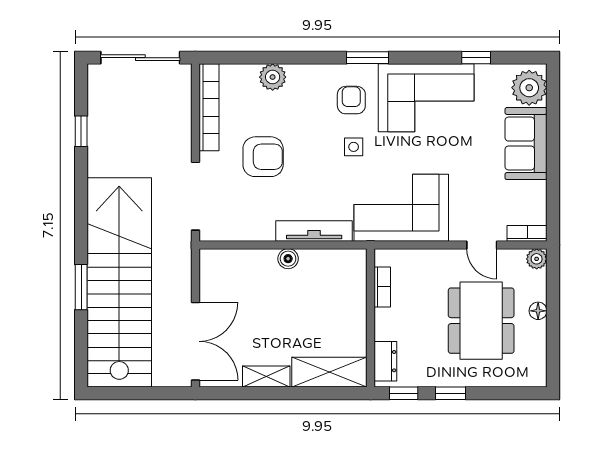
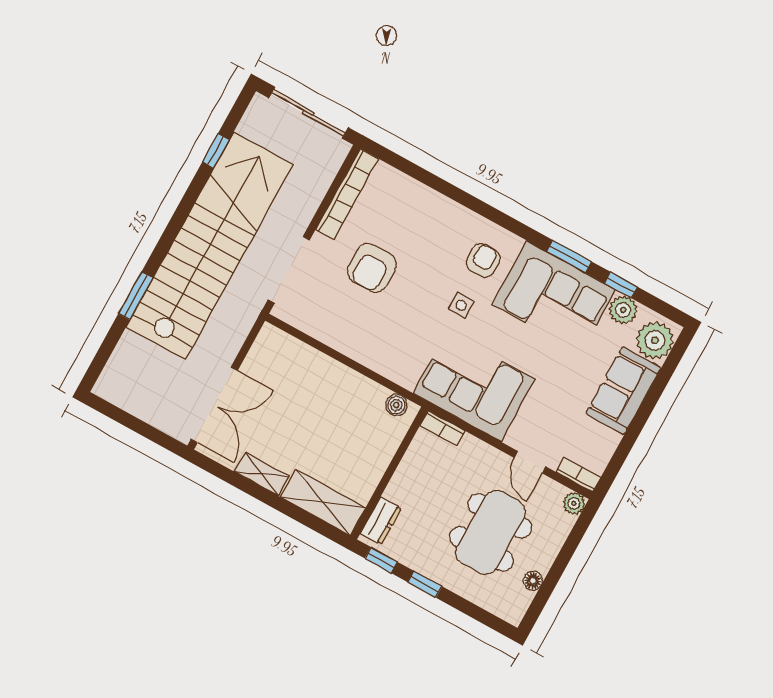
window: (367, 58) -> (569, 257), moved
plant: (273, 77) -> (623, 310), moved
armchair: (263, 157) -> (372, 268), turned 90
tv unit: (314, 231) -> (381, 363), removed
boiler: (288, 259) -> (396, 405), moved
stairs: (119, 282) -> (210, 246), moved
bookcase: (382, 287) -> (443, 428), moved, turned 90
floor lamp: (538, 311) -> (533, 581), moved

